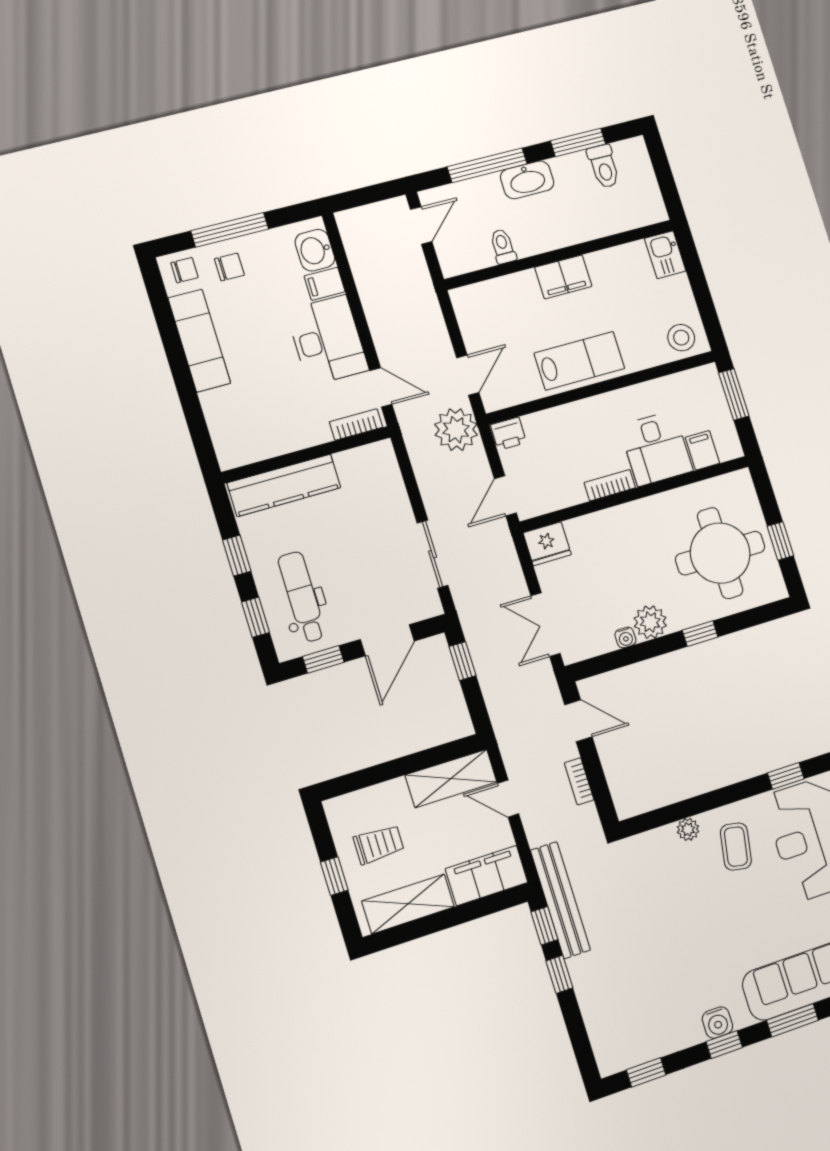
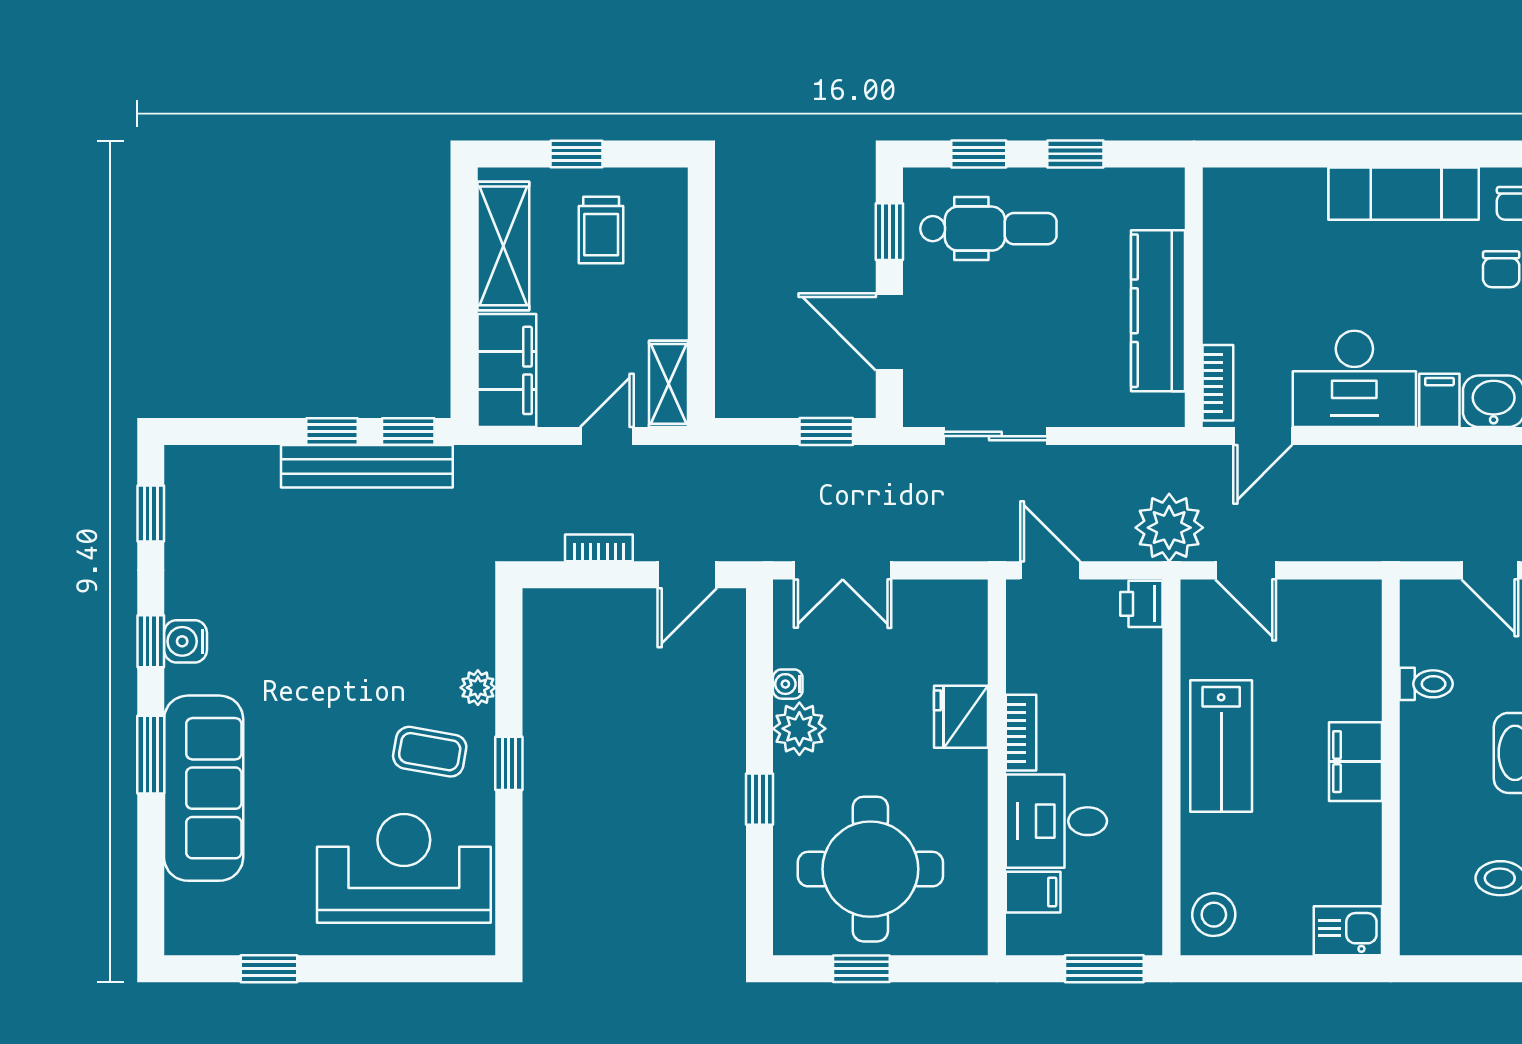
kitchen counter: (284, 485) -> (1158, 311), moved
fridge: (547, 544) -> (961, 717), moved
double door: (545, 625) -> (843, 570), swing flipped
window: (786, 776) -> (509, 763), moved
shelving: (451, 778) -> (669, 384), width x0.67, depth x0.75
bench: (560, 900) -> (367, 466), moved

